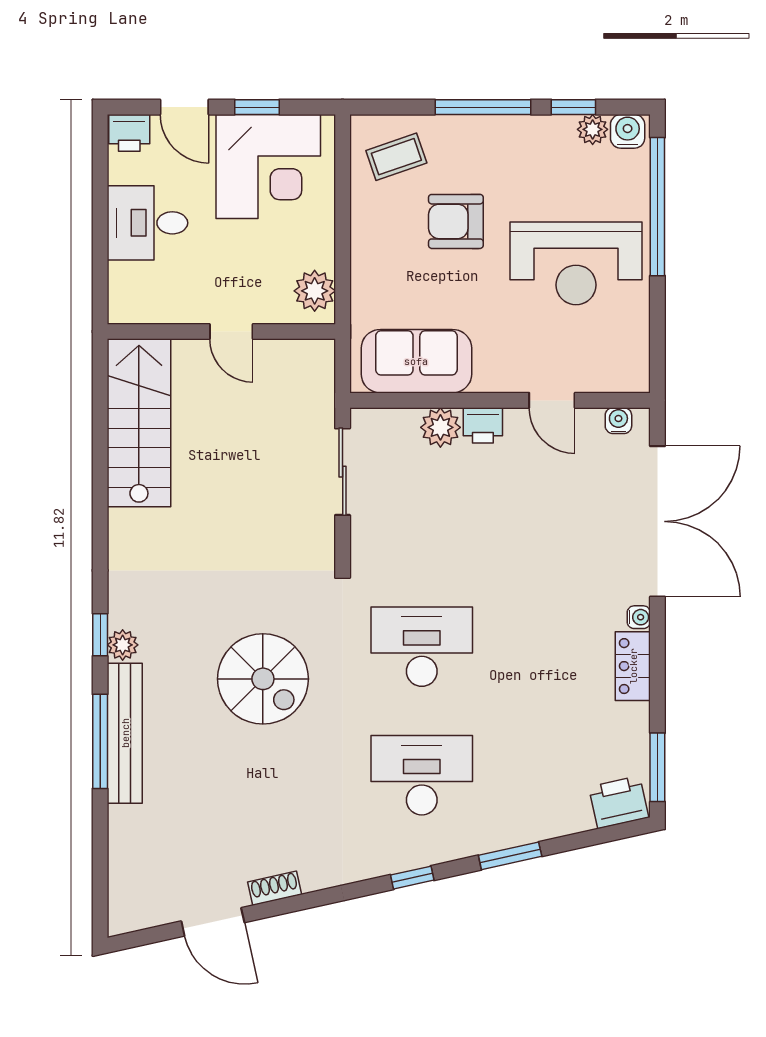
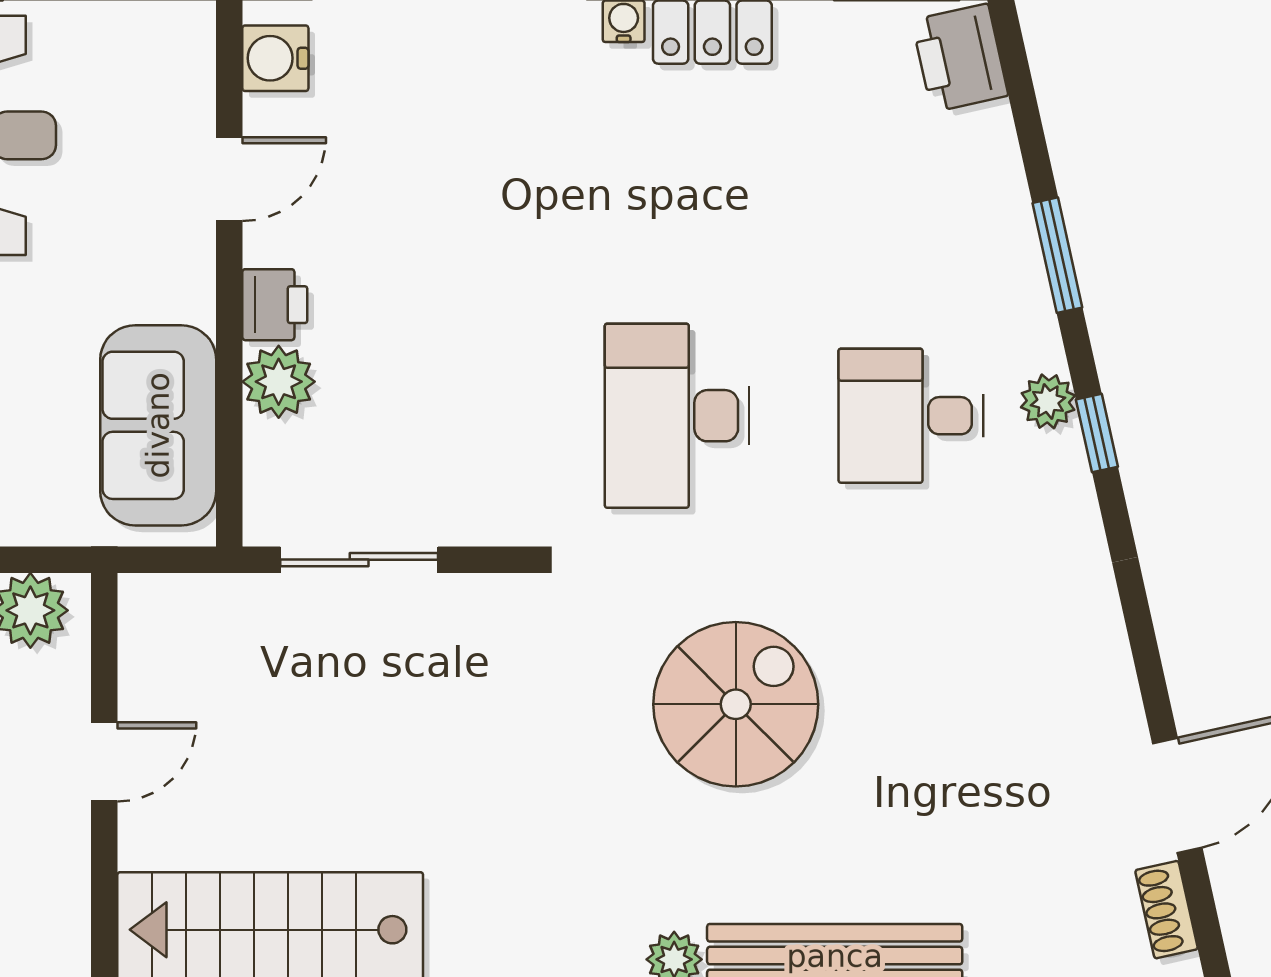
water cooler: (618, 421) -> (275, 58), width x1.38, depth x1.38
desk: (422, 775) -> (911, 416), width x0.73
plant: (430, 851) -> (1048, 401), added
shoe rack: (275, 888) -> (1166, 910), moved

